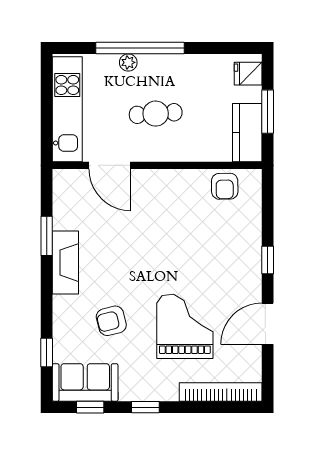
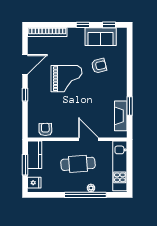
cafe table: (156, 114) -> (78, 164), width x1.37, depth x1.35
door: (110, 165) -> (88, 139), moved
fireplace: (65, 263) -> (121, 116), moved
grand piano: (185, 326) -> (66, 79), moved, turned -90
window: (47, 353) -> (130, 51), removed
sofa: (85, 382) -> (101, 37), moved

